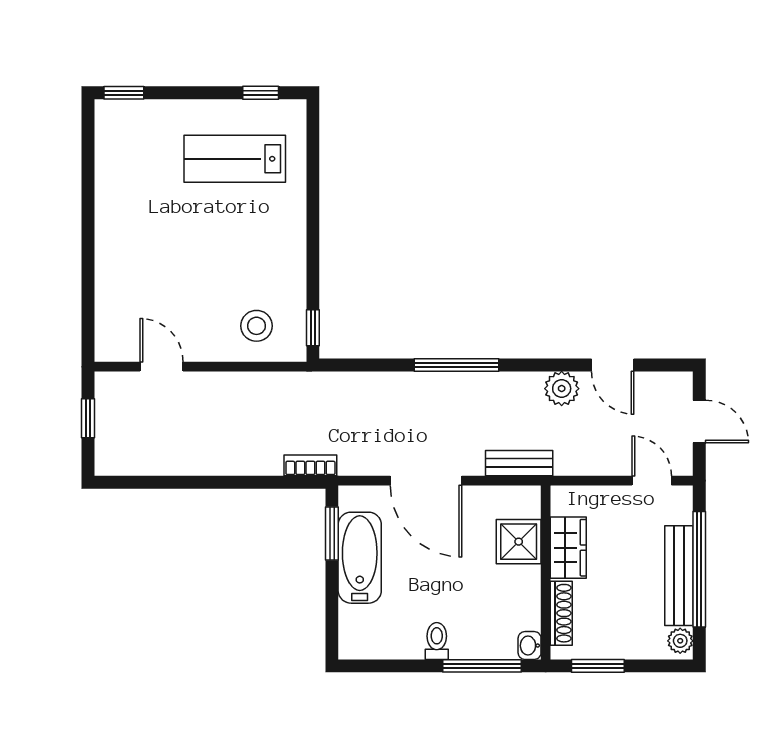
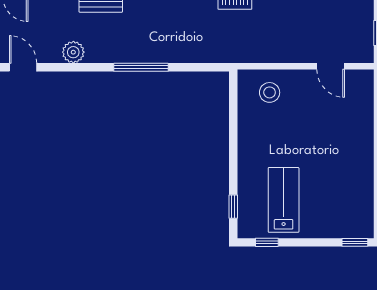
lab bench: (235, 159) -> (284, 200), turned -90
window: (313, 328) -> (233, 207), moved
door: (613, 365) -> (23, 67), moved

